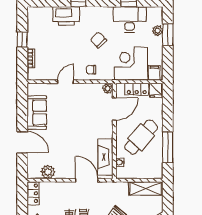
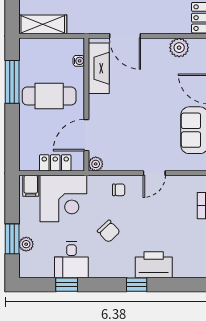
desk: (130, 19) -> (71, 260), width x0.73
fridge: (155, 90) -> (29, 161), removed
cafe table: (141, 137) -> (49, 96), turned 48

